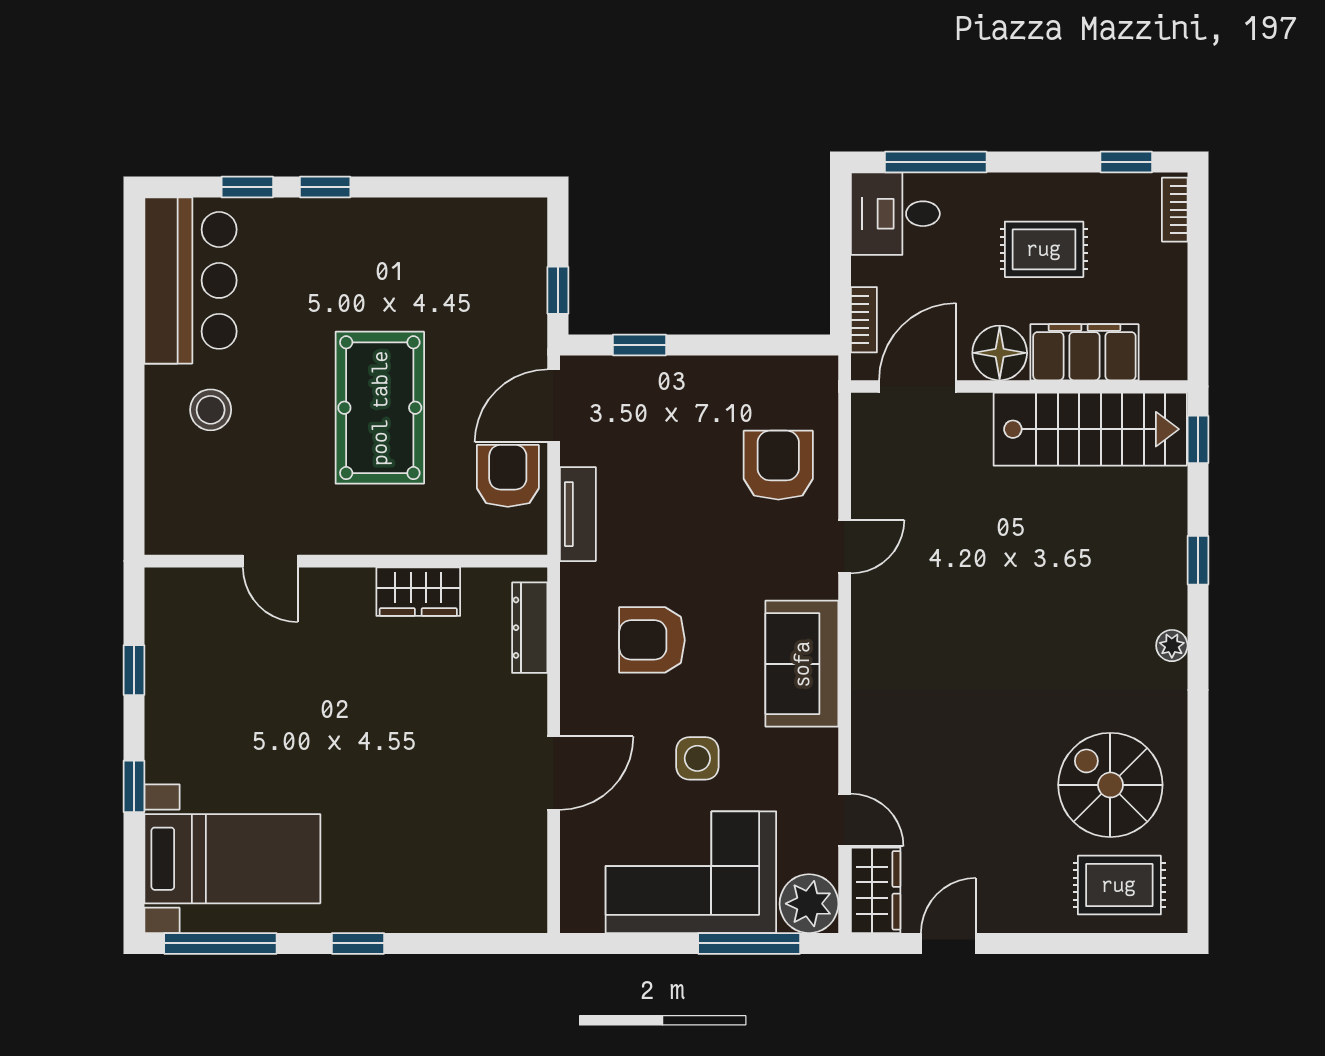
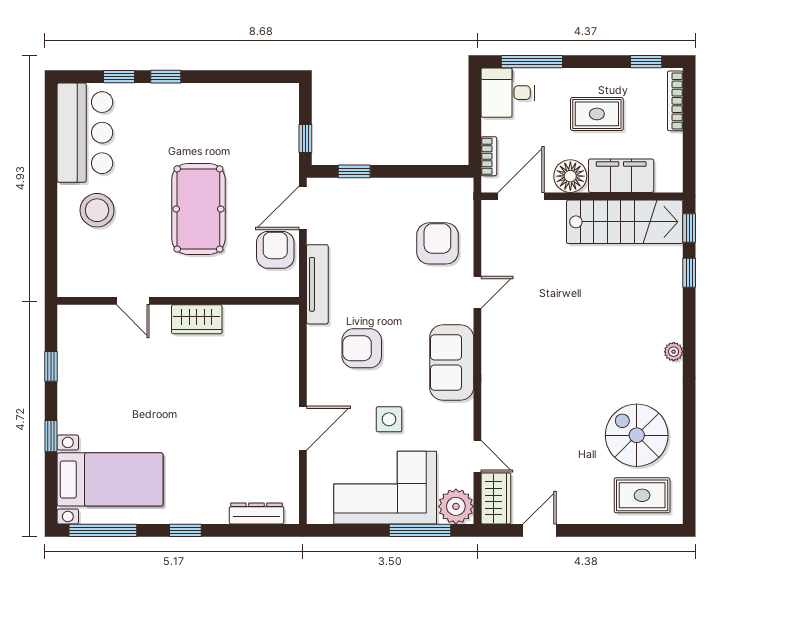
bookcase: (1175, 210) -> (675, 101), width x1.56
stool: (211, 410) -> (97, 210), width x1.38, depth x1.38
tv unit: (578, 514) -> (317, 284), width x1.41
window: (1198, 560) -> (689, 273), moved
wardrobe: (418, 592) -> (197, 319), moved
dresser: (530, 628) -> (256, 513), moved, turned 90

